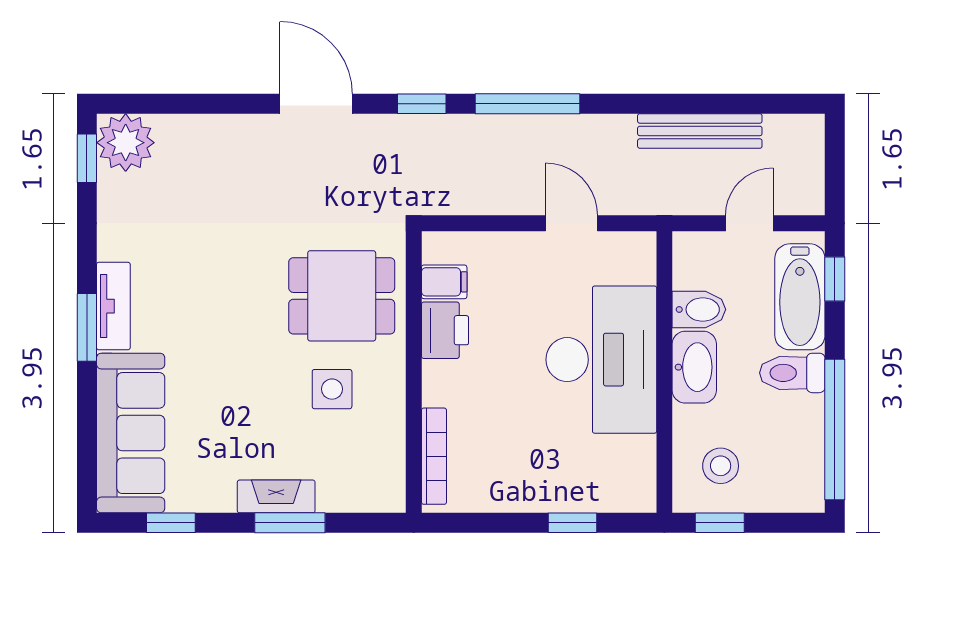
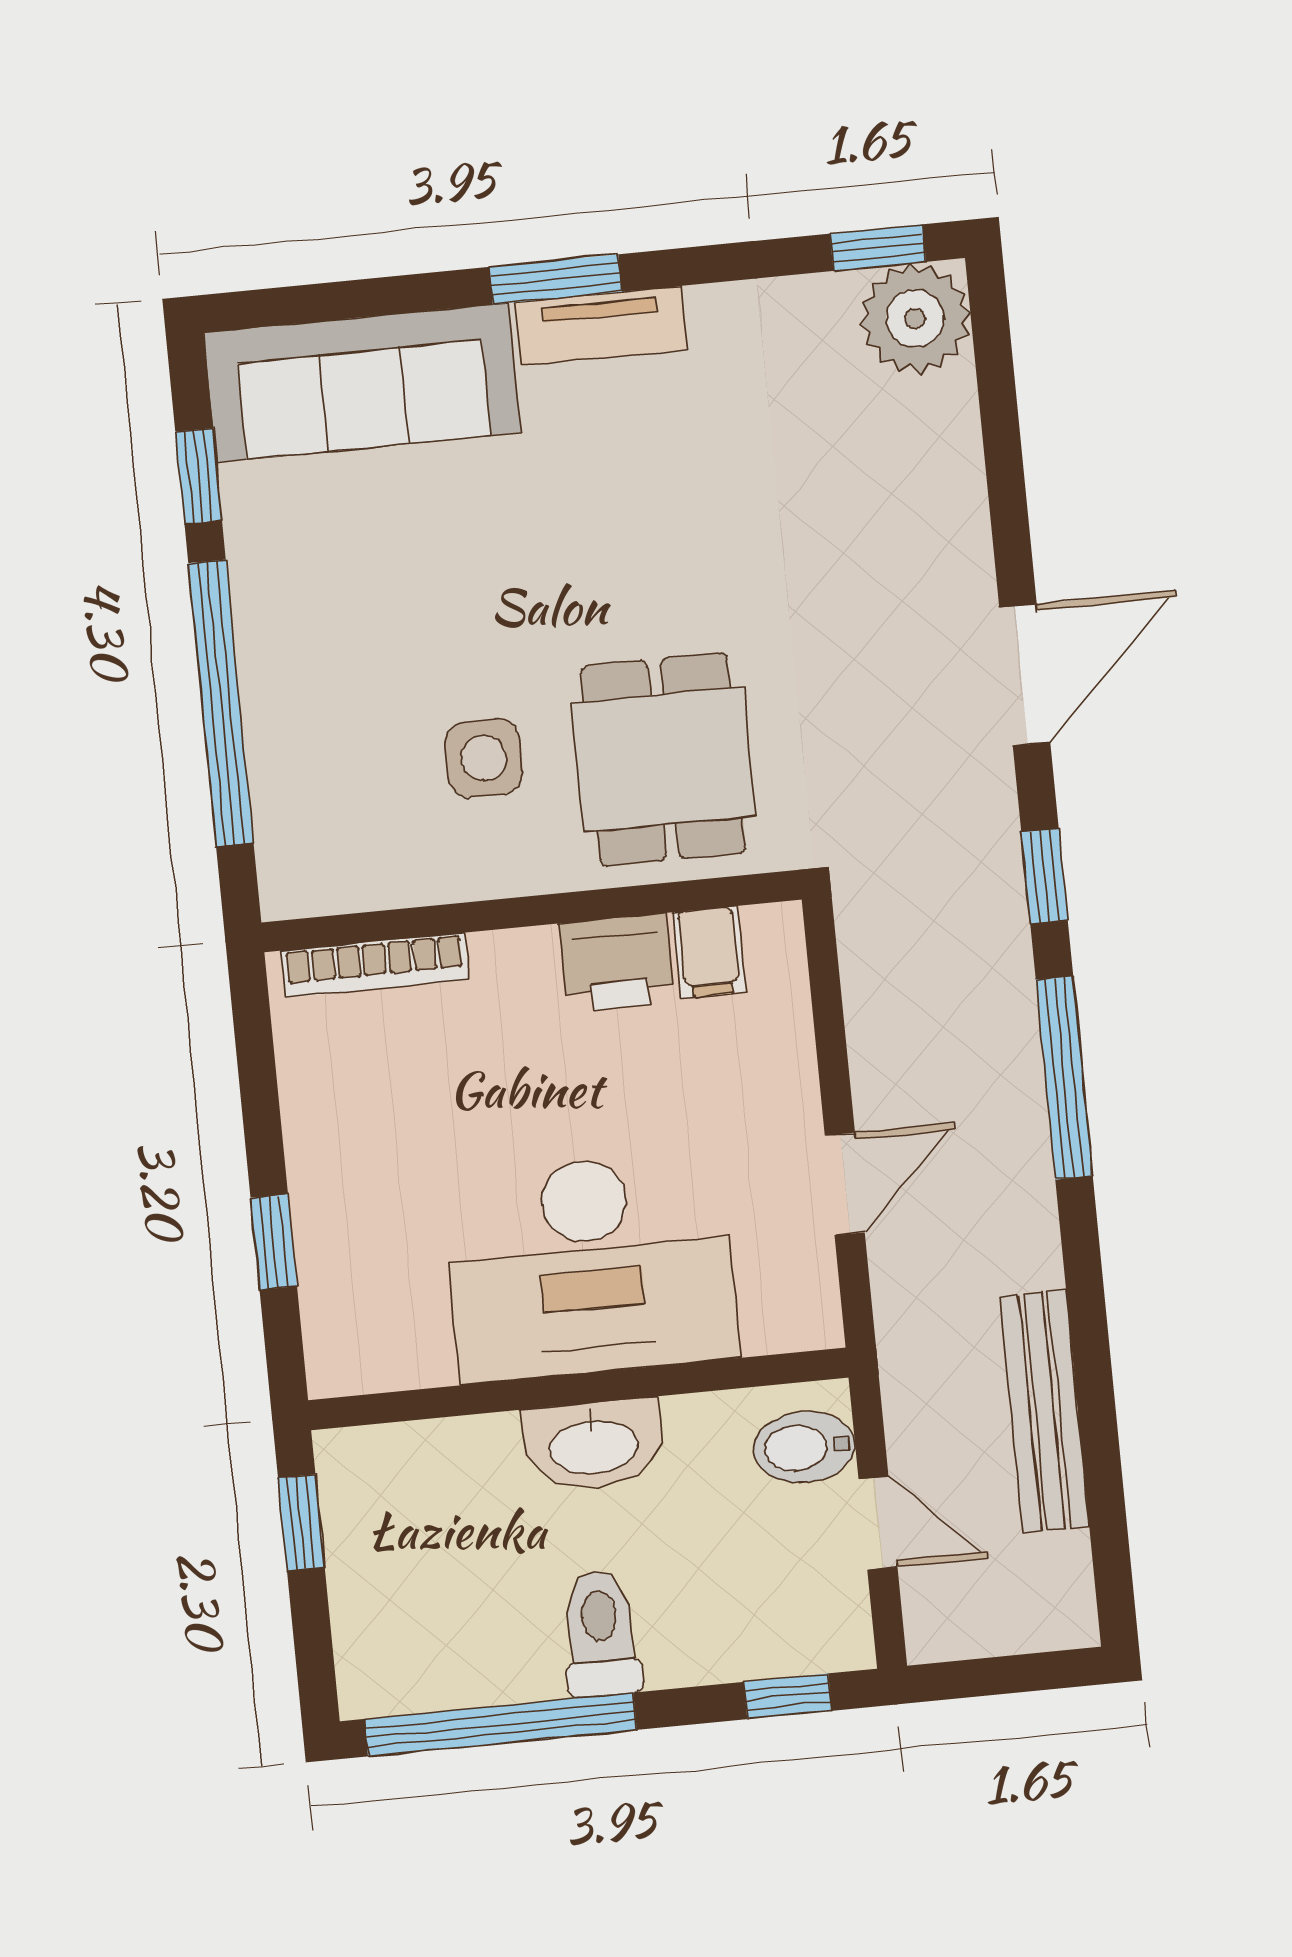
bathtub: (800, 297) -> (747, 1633), removed
bidet: (699, 309) -> (804, 1447), moved, turned 90
stool: (721, 466) -> (410, 1514), removed
fireplace: (276, 496) -> (269, 672), removed
window: (290, 523) -> (221, 703), width x2.11

